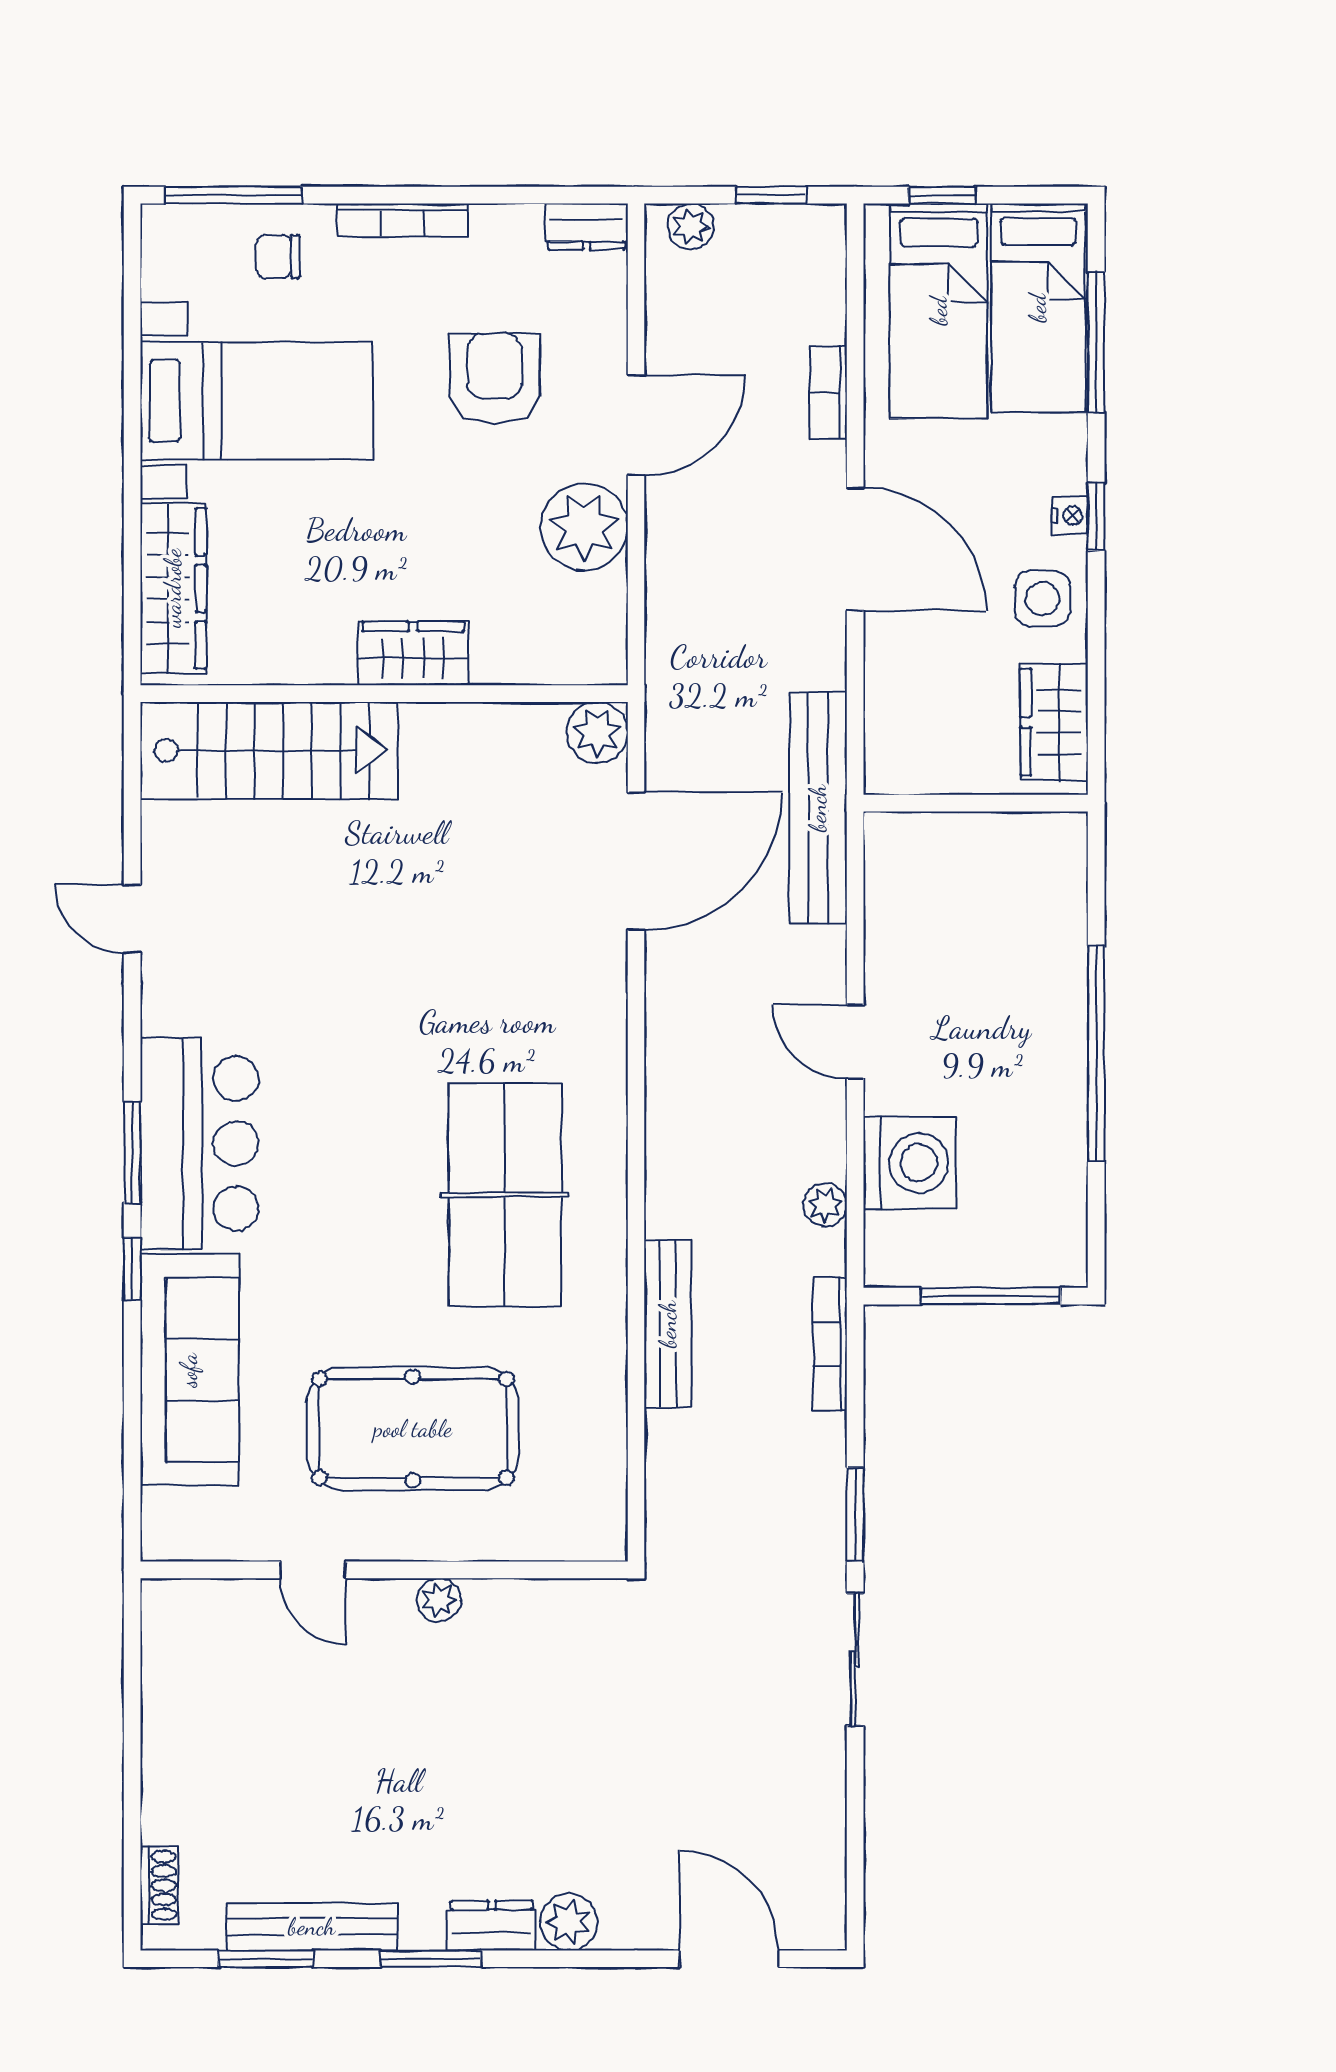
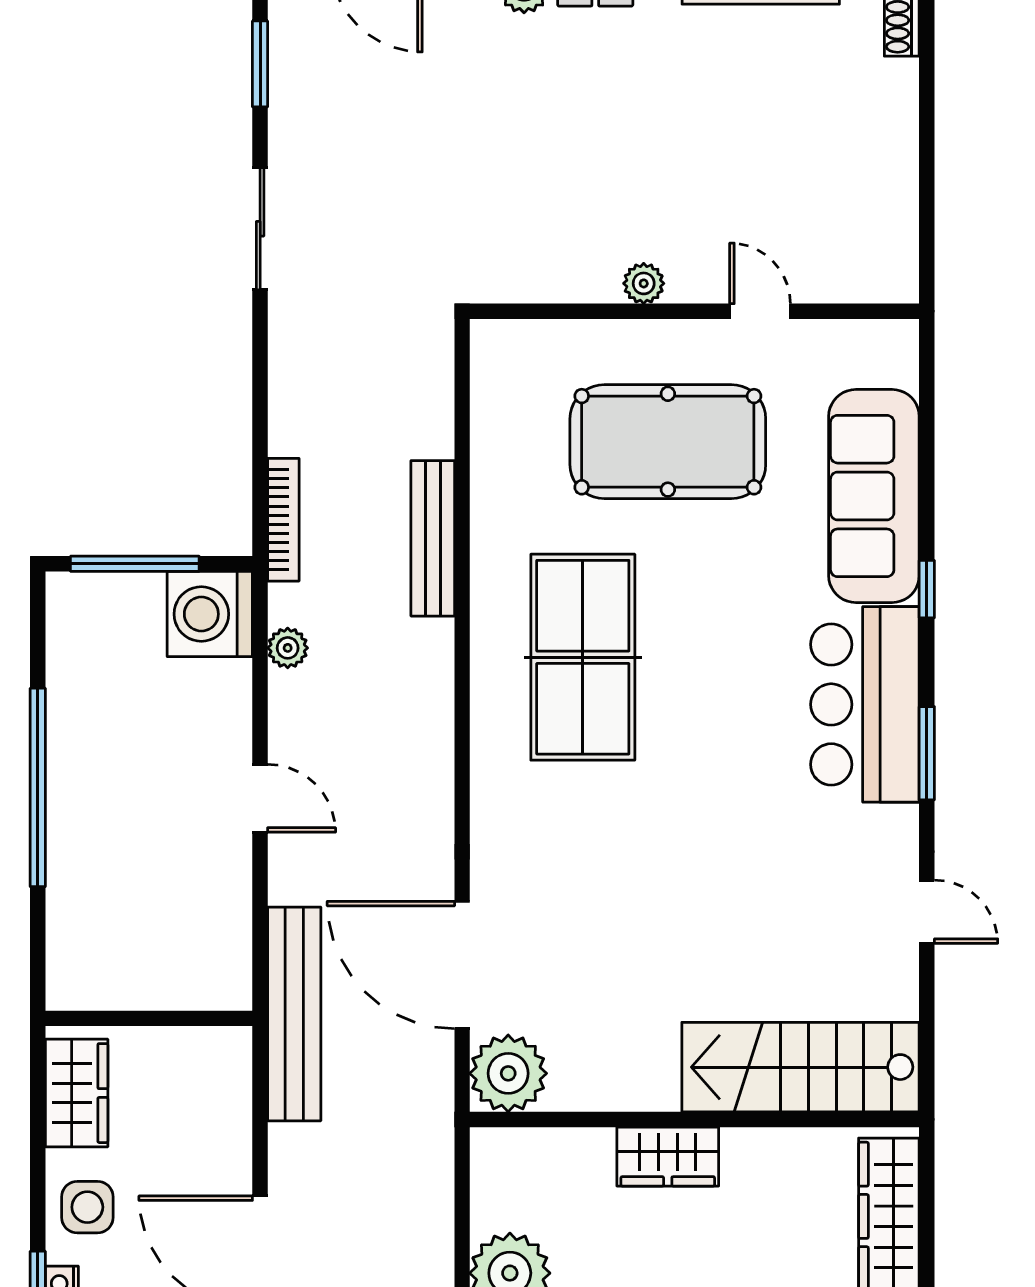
plant: (597, 732) -> (508, 1073), width x1.36, depth x1.36
door: (636, 861) -> (462, 965), hinge flipped
window: (132, 1153) -> (927, 753), moved
washing machine: (910, 1163) -> (210, 614), moved
window: (855, 1514) -> (260, 64), moved

